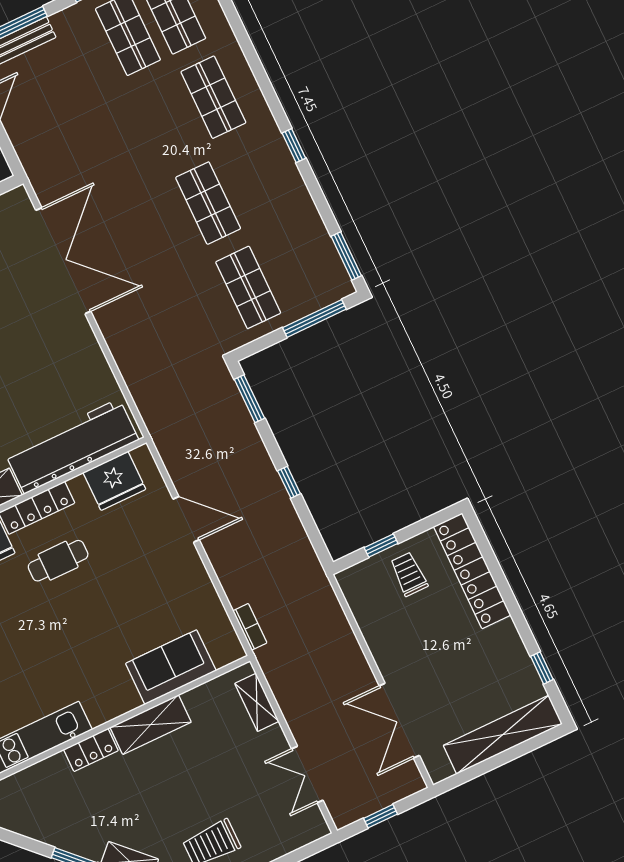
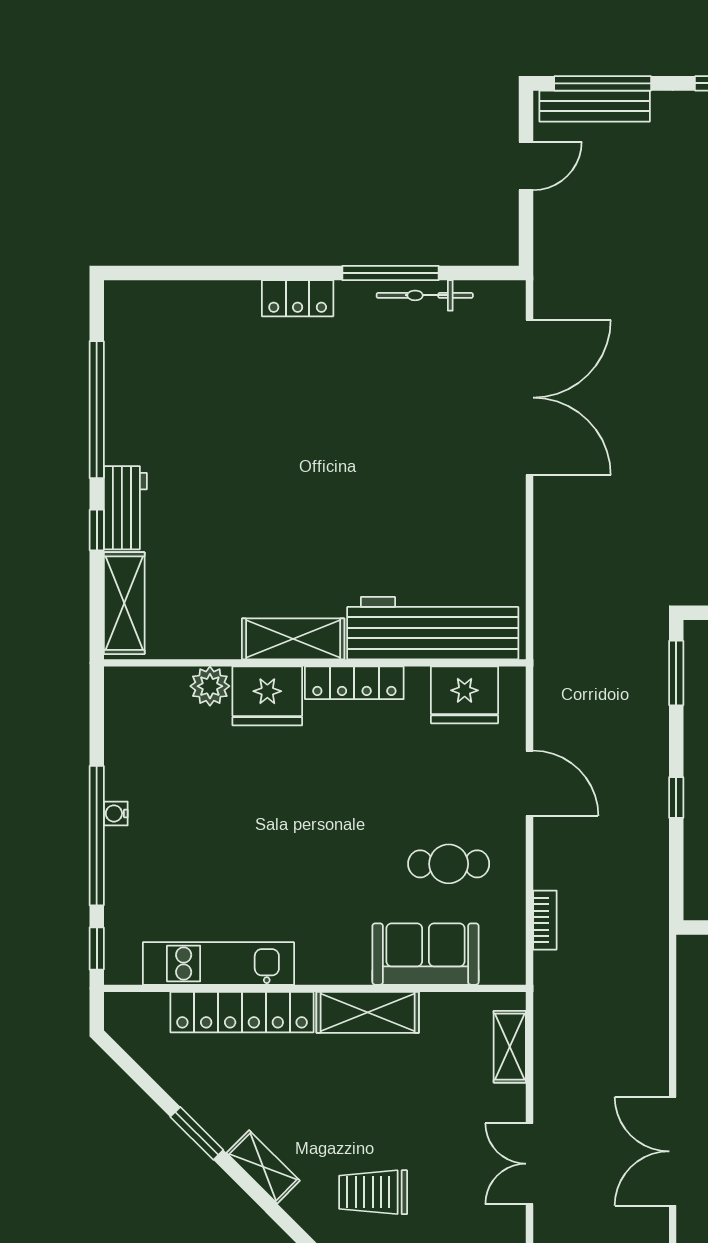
cafe table: (58, 561) -> (449, 864), moved
bookcase: (250, 627) -> (545, 920), moved
locker: (91, 750) -> (242, 1012), width x2.16, depth x1.21

